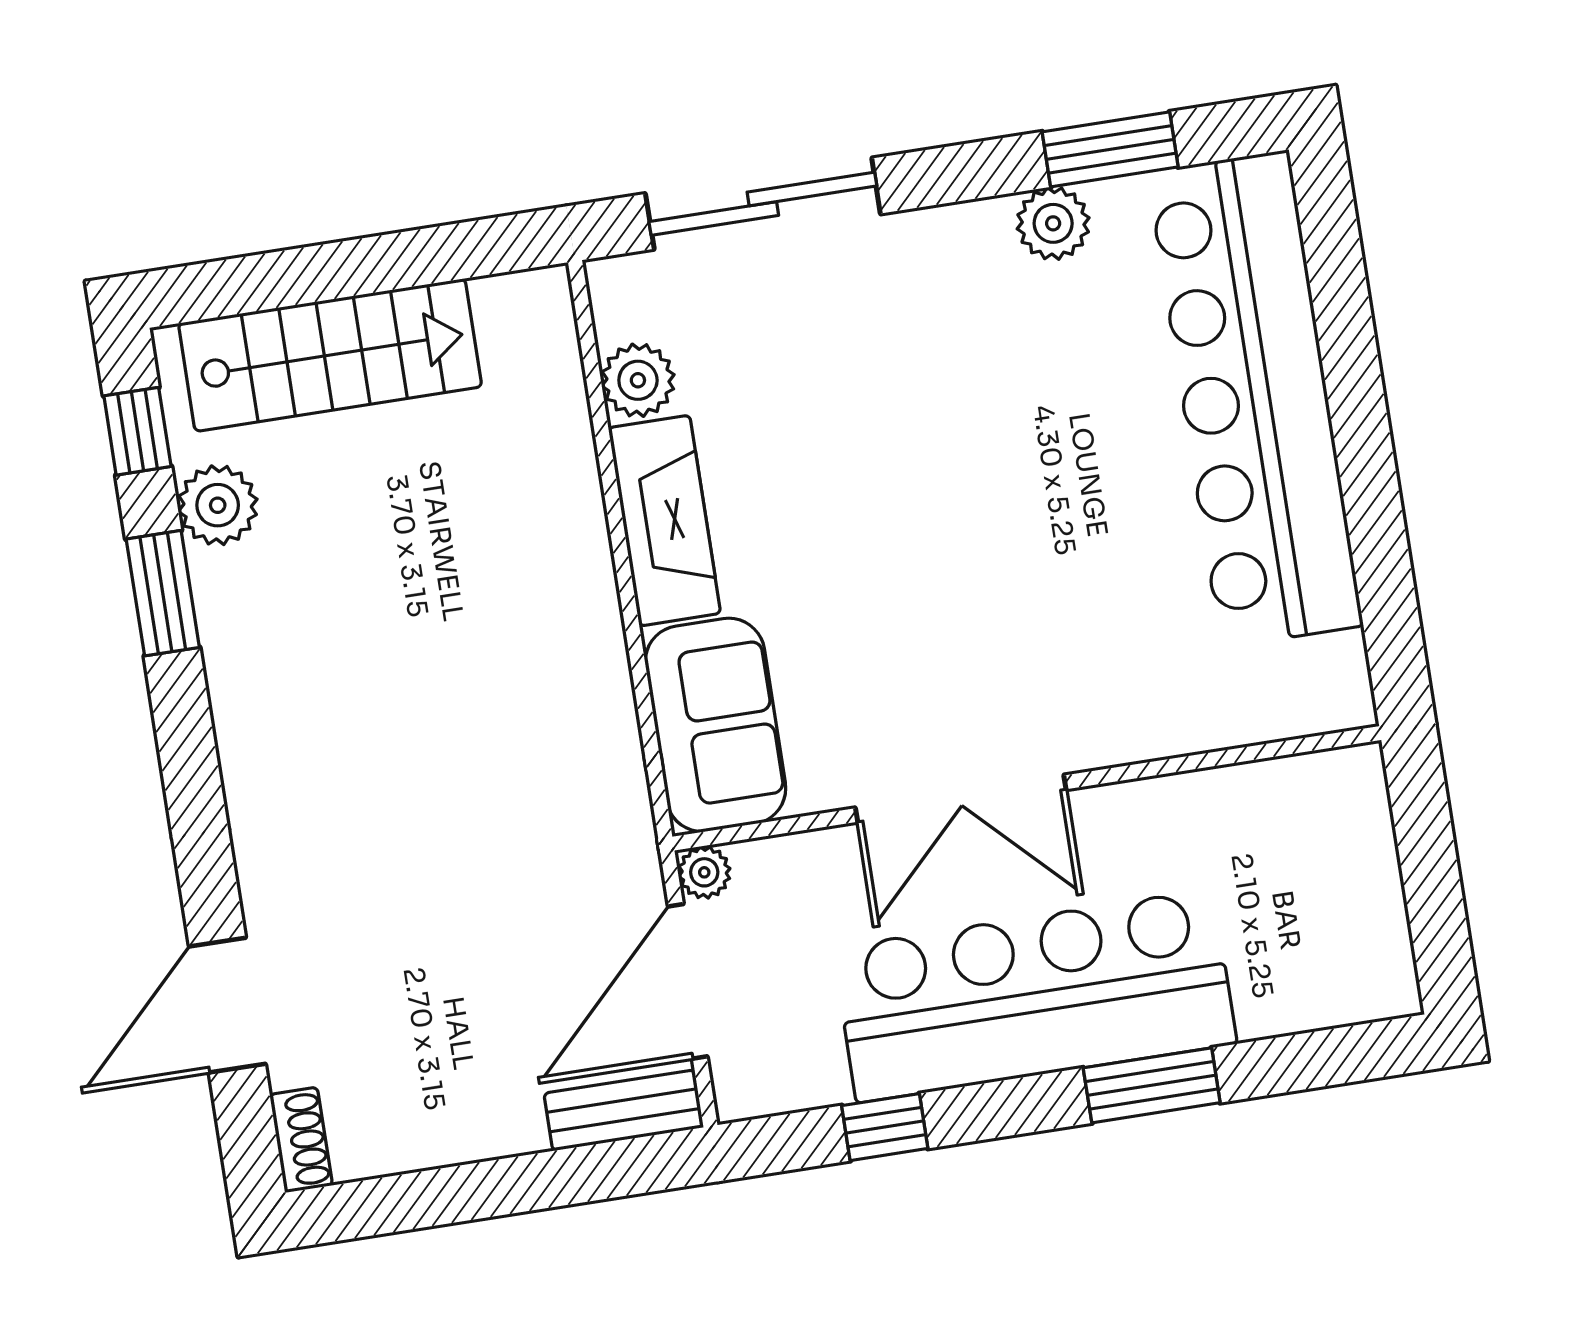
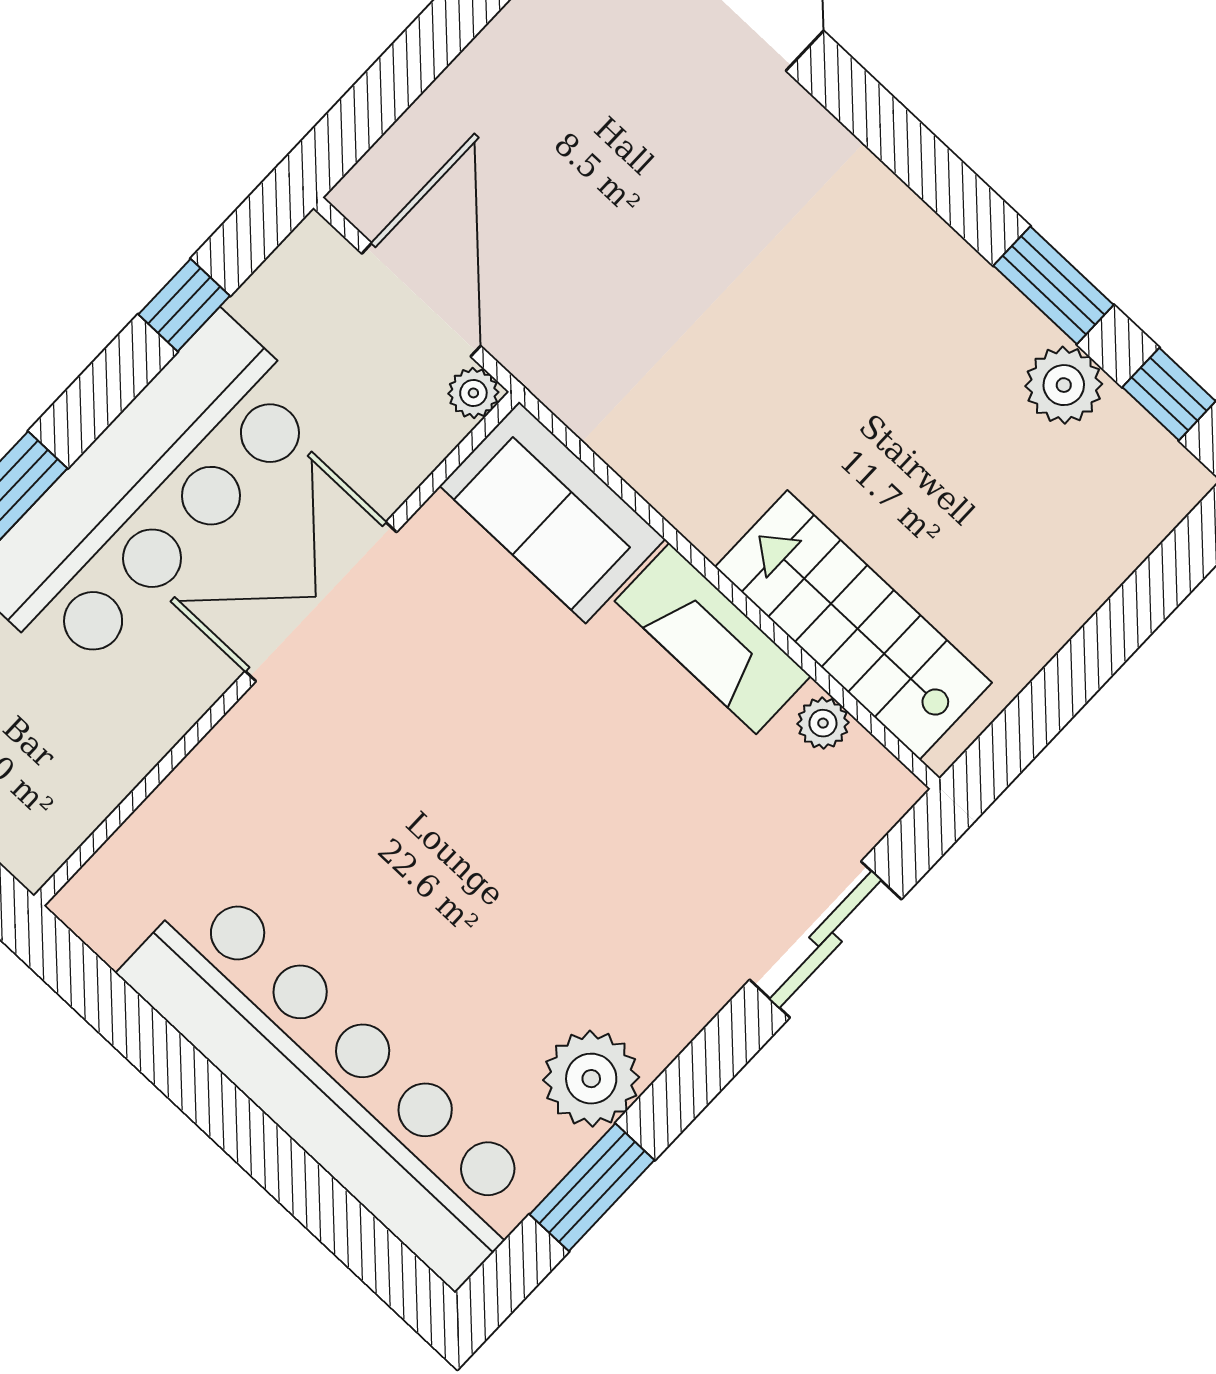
sliding door: (763, 204) -> (825, 940), width x0.73
plant: (1053, 223) -> (591, 1079), width x1.36, depth x1.36
stairs: (330, 355) -> (853, 625), moved, turned 90
plant: (638, 380) -> (823, 723), width x0.73, depth x0.73
bench: (624, 1110) -> (394, 163), removed

